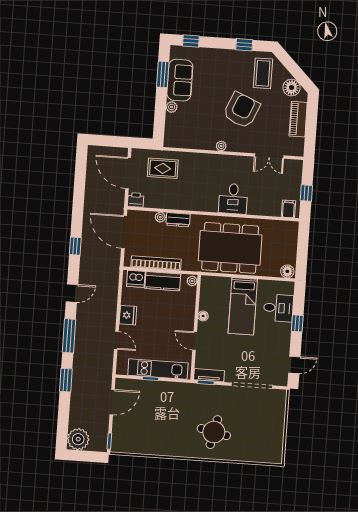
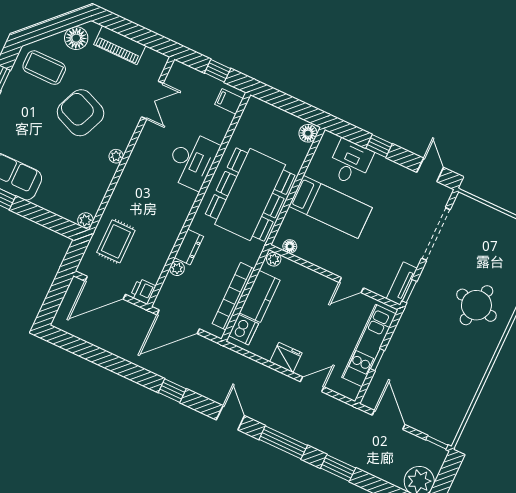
plant: (172, 107) -> (85, 220), moved
desk: (233, 199) -> (192, 160), width x1.37
floor lamp: (203, 316) -> (290, 246), moved

